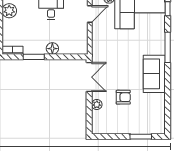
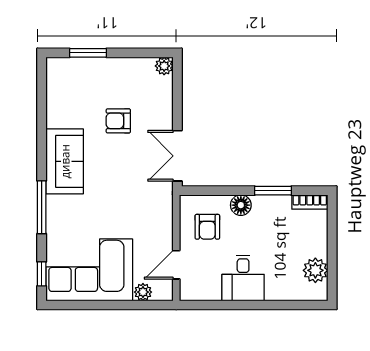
armchair: (72, 36) -> (207, 227), added
plant: (97, 104) -> (164, 66), moved

